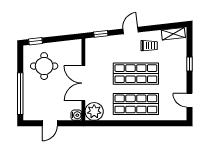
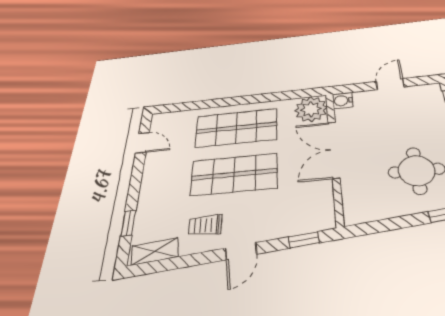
window: (189, 64) -> (128, 223), moved
double door: (83, 83) -> (334, 149), swing flipped

